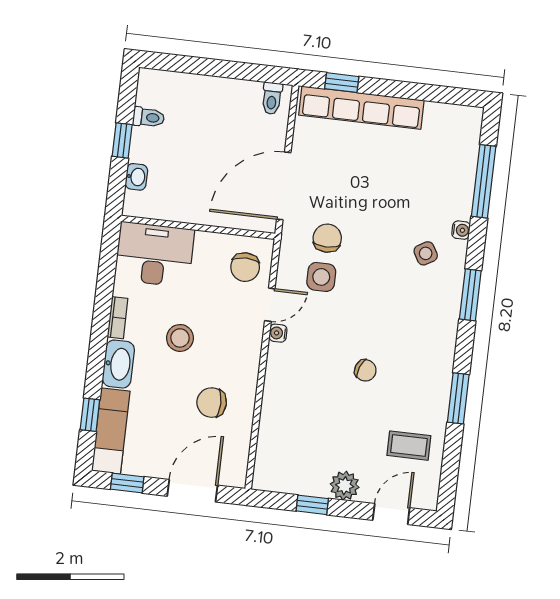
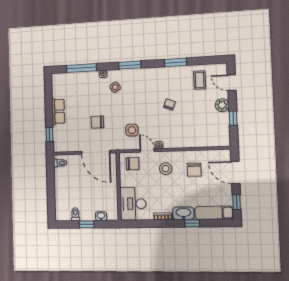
row of seats: (361, 108) -> (58, 111), width x0.50
chair: (327, 238) -> (97, 122), moved
stool: (180, 338) -> (166, 169), moved
window: (90, 415) -> (192, 223), moved

